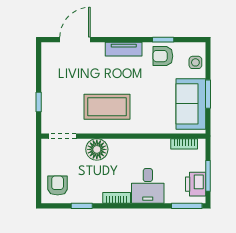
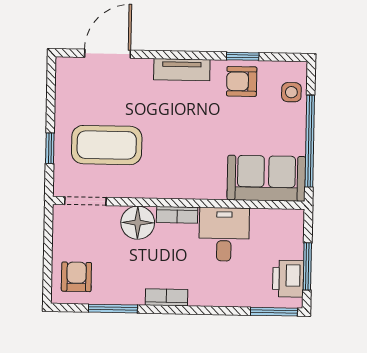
window: (208, 94) -> (310, 141), width x2.11
sofa: (191, 104) -> (266, 178), moved, turned 90
coffee table: (107, 107) -> (107, 145), moved
bookcase: (184, 144) -> (177, 215), moved
desk: (148, 186) -> (224, 234), moved, turned 180
window: (82, 206) -> (113, 309), width x1.50

